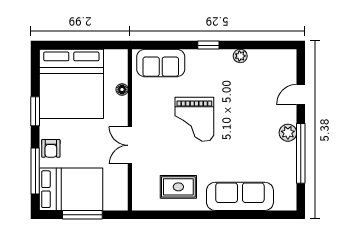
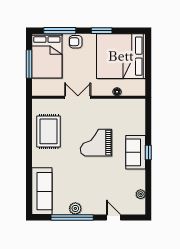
plant: (240, 56) -> (141, 194), moved
sofa: (161, 63) -> (136, 152), moved
plant: (288, 133) -> (75, 208), moved
rug: (178, 187) -> (49, 131), width x1.36, depth x1.43
sofa: (240, 196) -> (42, 191), moved

